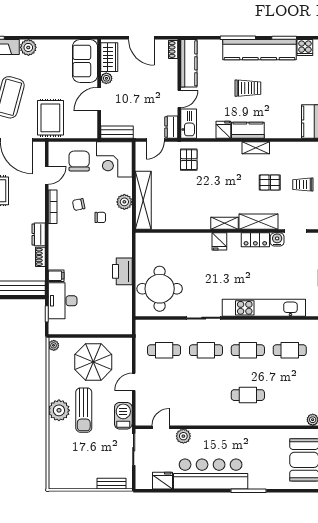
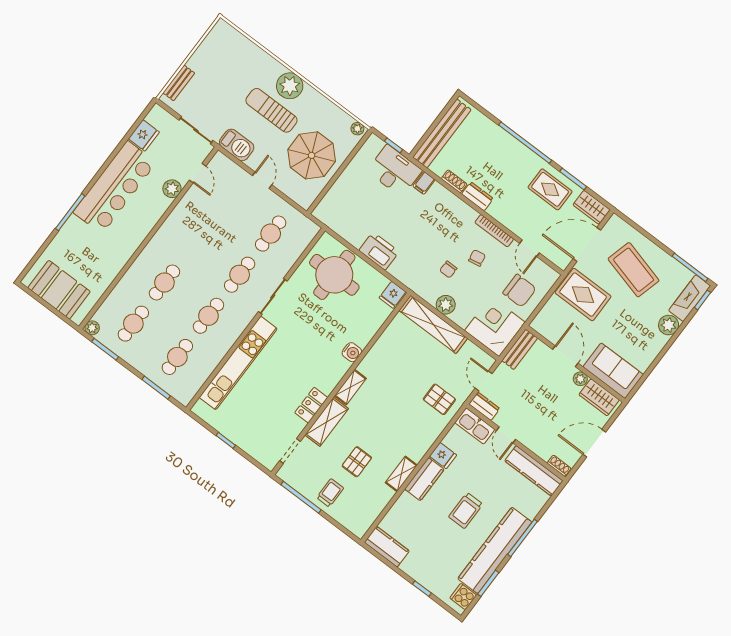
water cooler: (277, 239) -> (352, 352), moved
fridge: (219, 241) -> (392, 295), moved, turned -90
cafe table: (290, 395) -> (133, 324), added

